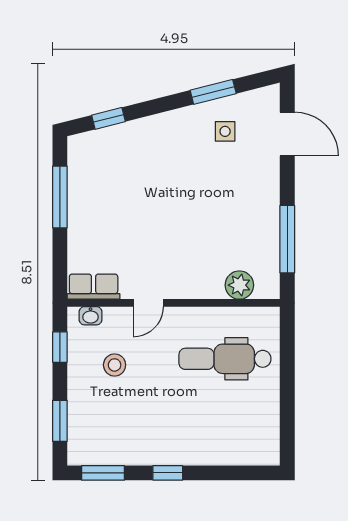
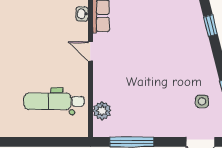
dental chair: (225, 359) -> (54, 101), turned -90
stool: (115, 365) -> (50, 29), removed

